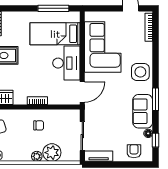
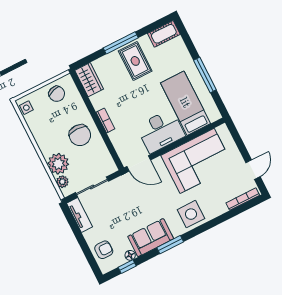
window: (53, 8) -> (205, 75), moved
chair: (39, 125) -> (80, 135), width x1.87, depth x1.87
plant: (37, 156) -> (62, 182), moved

